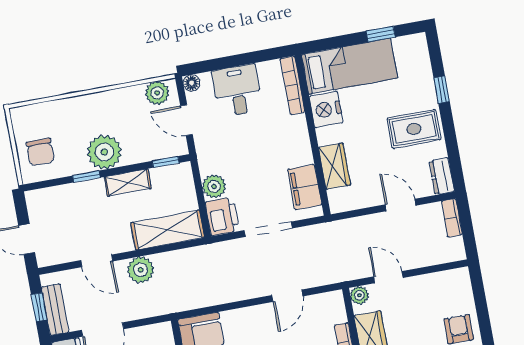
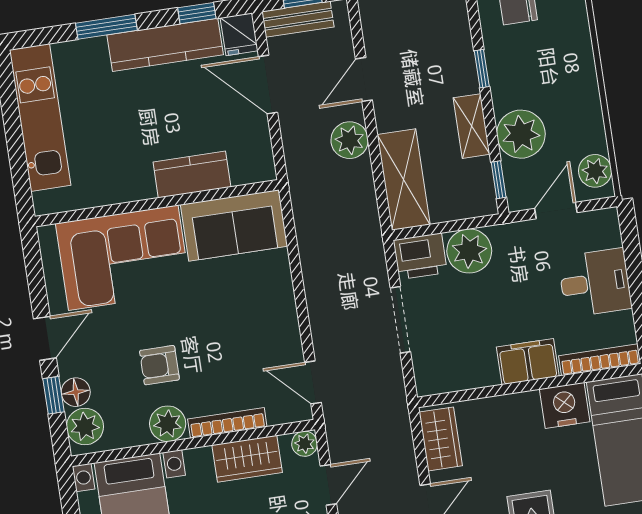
floor lamp: (192, 83) -> (607, 219), removed
plant: (104, 152) -> (521, 134), moved
wardrobe: (334, 166) -> (441, 439), moved, turned -90
plant: (214, 186) -> (469, 251), width x1.36, depth x1.36
filing cabinet: (305, 187) -> (528, 362), moved
door: (287, 296) -> (313, 382), moved

